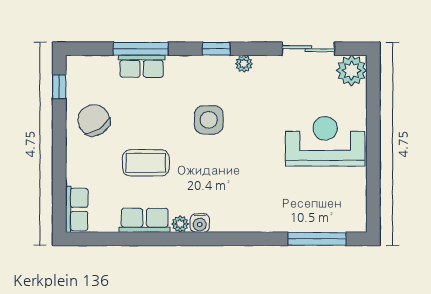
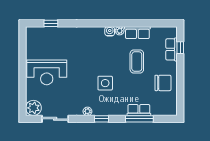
window: (59, 87) -> (180, 48), moved
chair: (94, 120) -> (163, 83), turned -57
coffee table: (146, 163) -> (137, 62), turned 90
row of seats: (77, 209) -> (172, 49), moved
window: (317, 239) -> (51, 23), width x0.46

